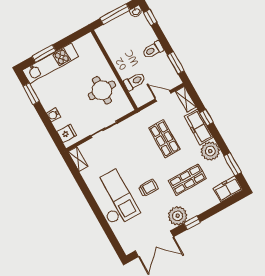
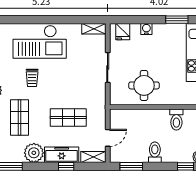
toilet: (135, 81) -> (176, 120), moved

